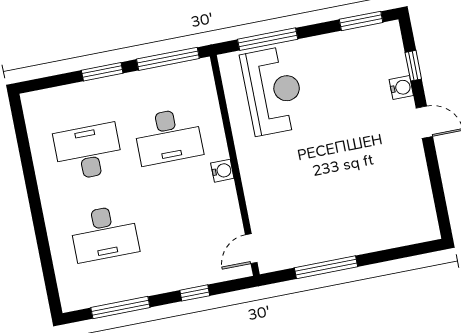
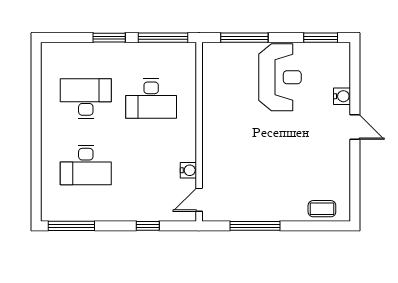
window: (413, 66) -> (355, 81), removed
reception desk: (273, 91) -> (280, 77), moved
water cooler: (222, 171) -> (188, 170), moved
coffee table: (404, 230) -> (322, 209), added
window: (120, 308) -> (71, 226), moved

